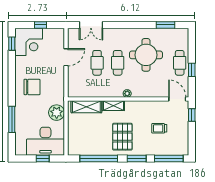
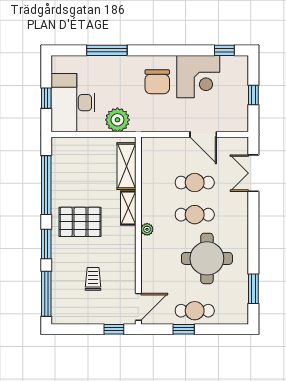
corner desk: (29, 42) -> (198, 77), moved, turned -90

